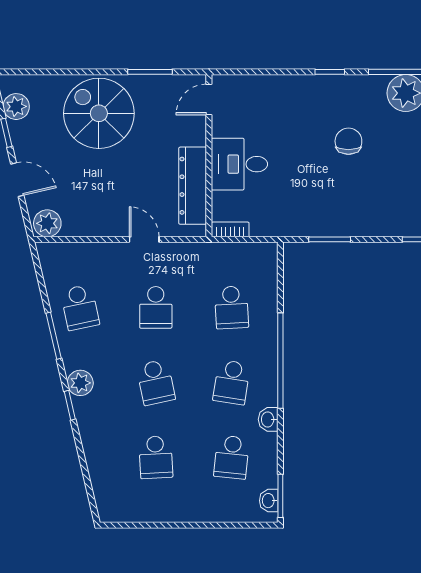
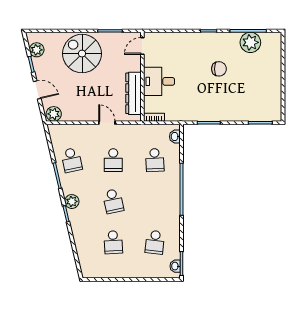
chair: (348, 141) -> (219, 69), turned 90
school desk: (232, 382) -> (155, 201), removed
washbasin: (268, 419) -> (175, 137), moved

